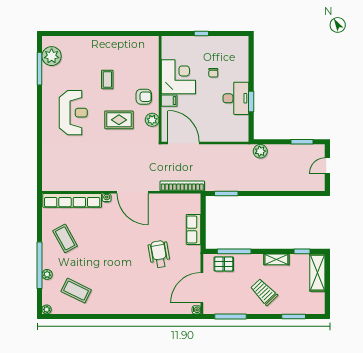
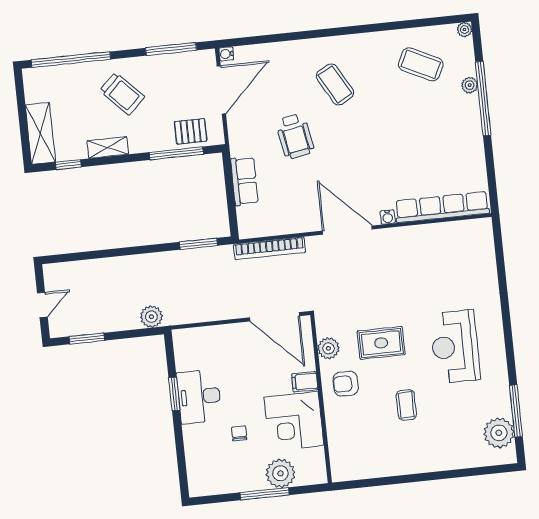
window: (201, 34) -> (265, 494), width x2.17
plant: (190, 45) -> (280, 473), added
coffee table: (65, 238) -> (335, 84), moved
window: (294, 317) -> (71, 60), width x2.11

